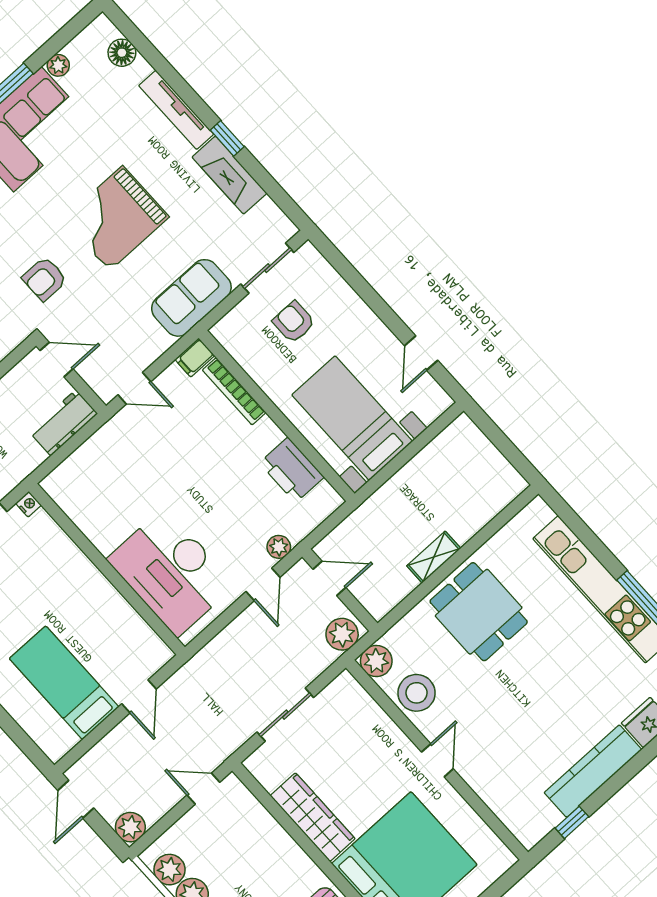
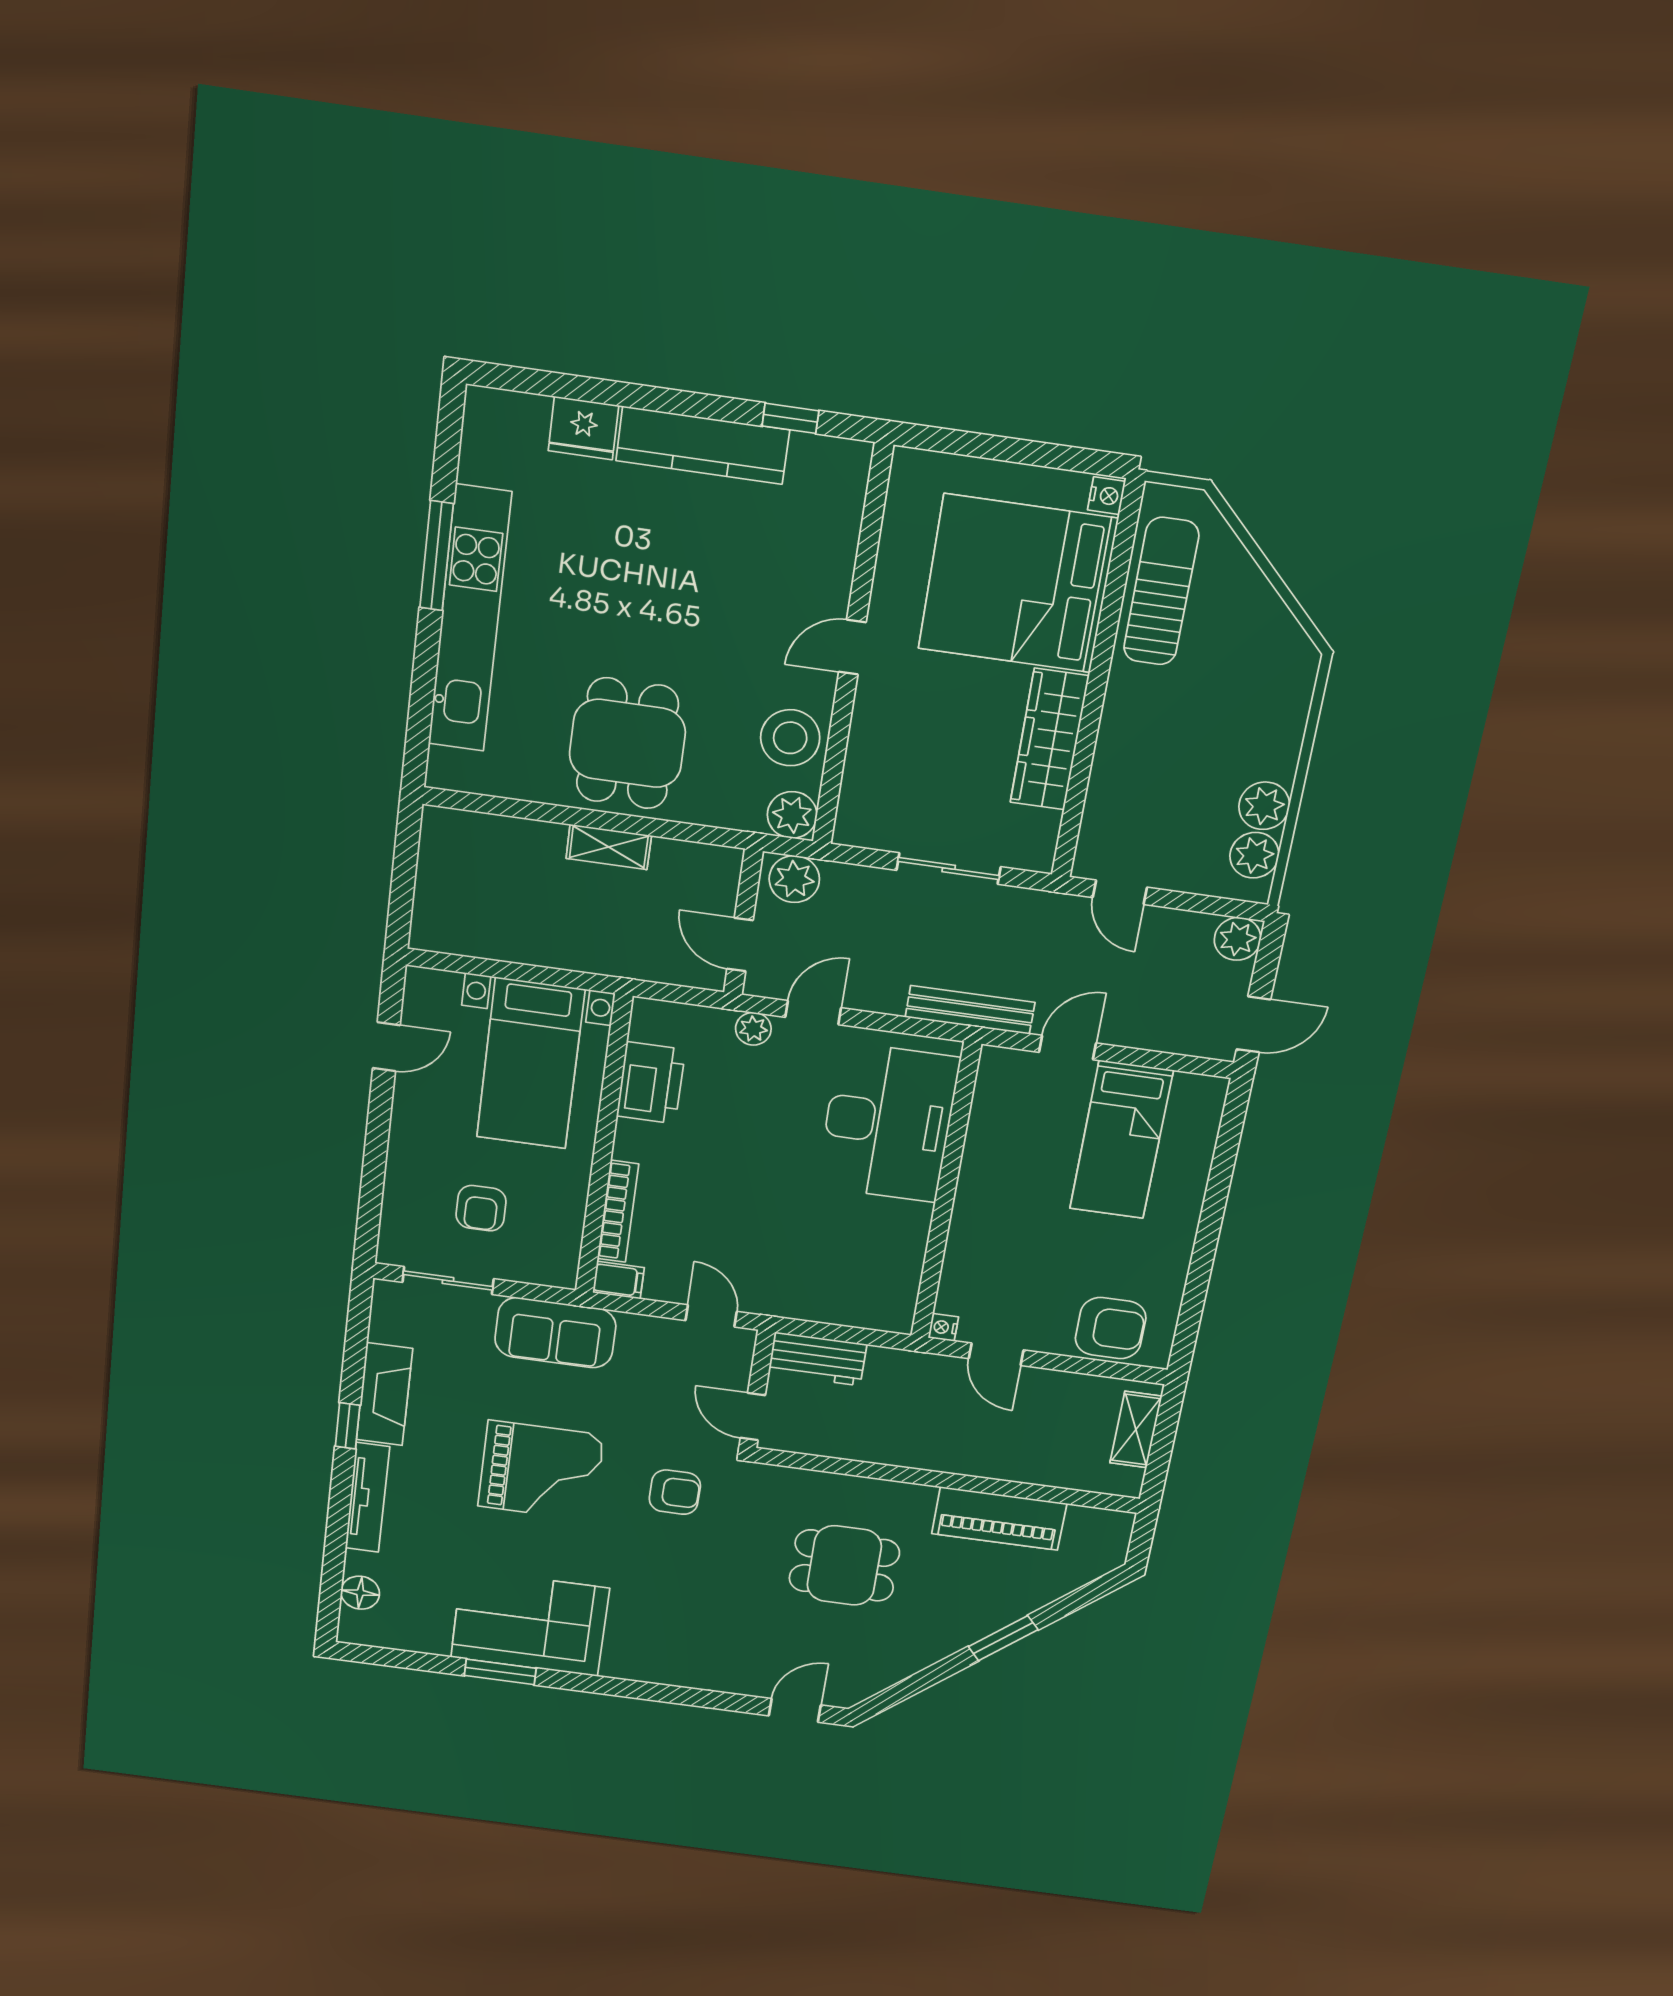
plant: (58, 65) -> (434, 1642), removed
bench: (200, 664) -> (970, 1010), added

